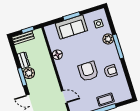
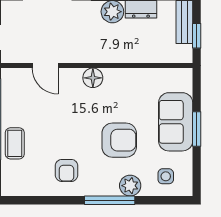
floor lamp: (57, 55) -> (93, 78), moved
armchair: (88, 71) -> (119, 140), moved
door: (64, 97) -> (45, 66), hinge flipped

